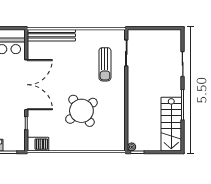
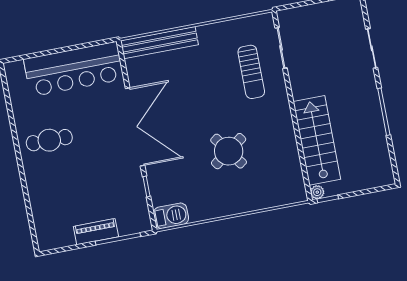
round table: (81, 111) -> (229, 151), width x0.73, depth x0.73
stairs: (171, 124) -> (317, 140), moved, turned 180

